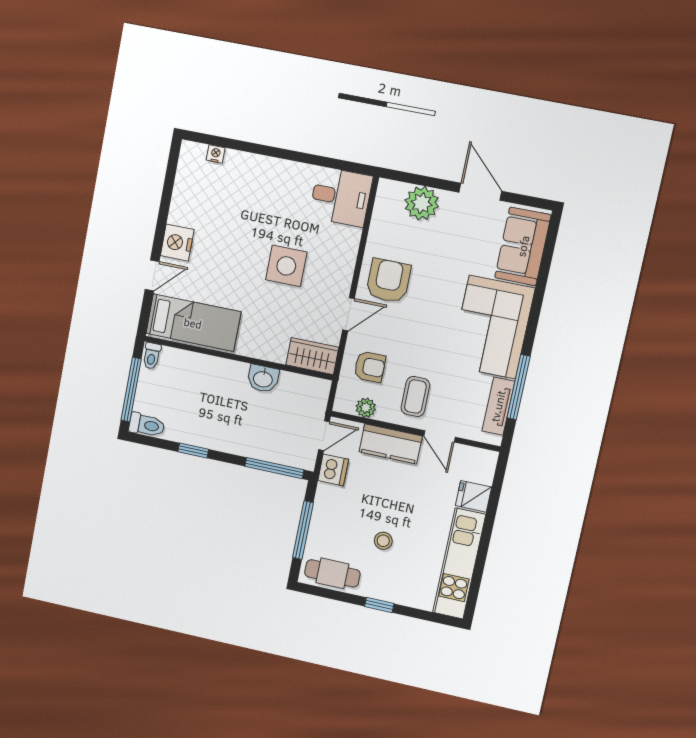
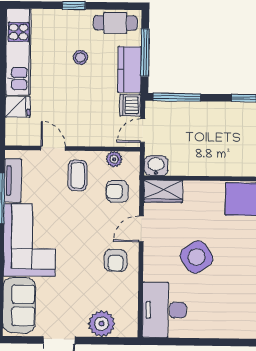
desk: (341, 197) -> (164, 310), width x1.37
side table: (286, 266) -> (197, 257), turned -35
armchair: (388, 281) -> (116, 260), width x0.72, depth x0.72
washbasin: (263, 379) -> (156, 166), moved
kitchen counter: (391, 444) -> (129, 70), moved, turned -90

